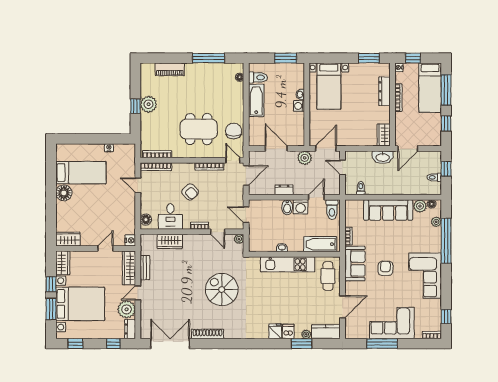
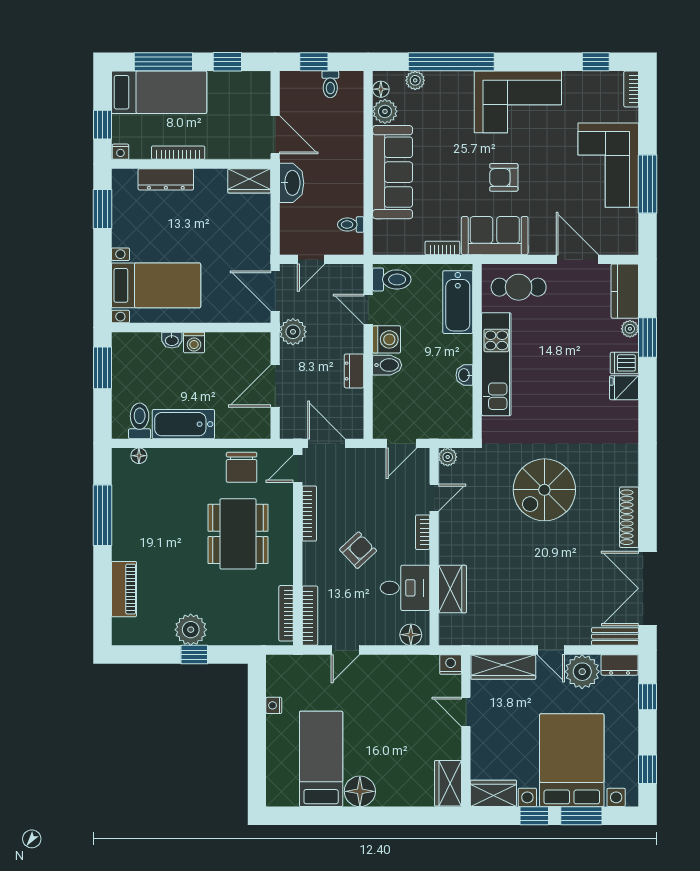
chair: (234, 131) -> (242, 467), turned -90
bench: (145, 268) -> (615, 637), moved

